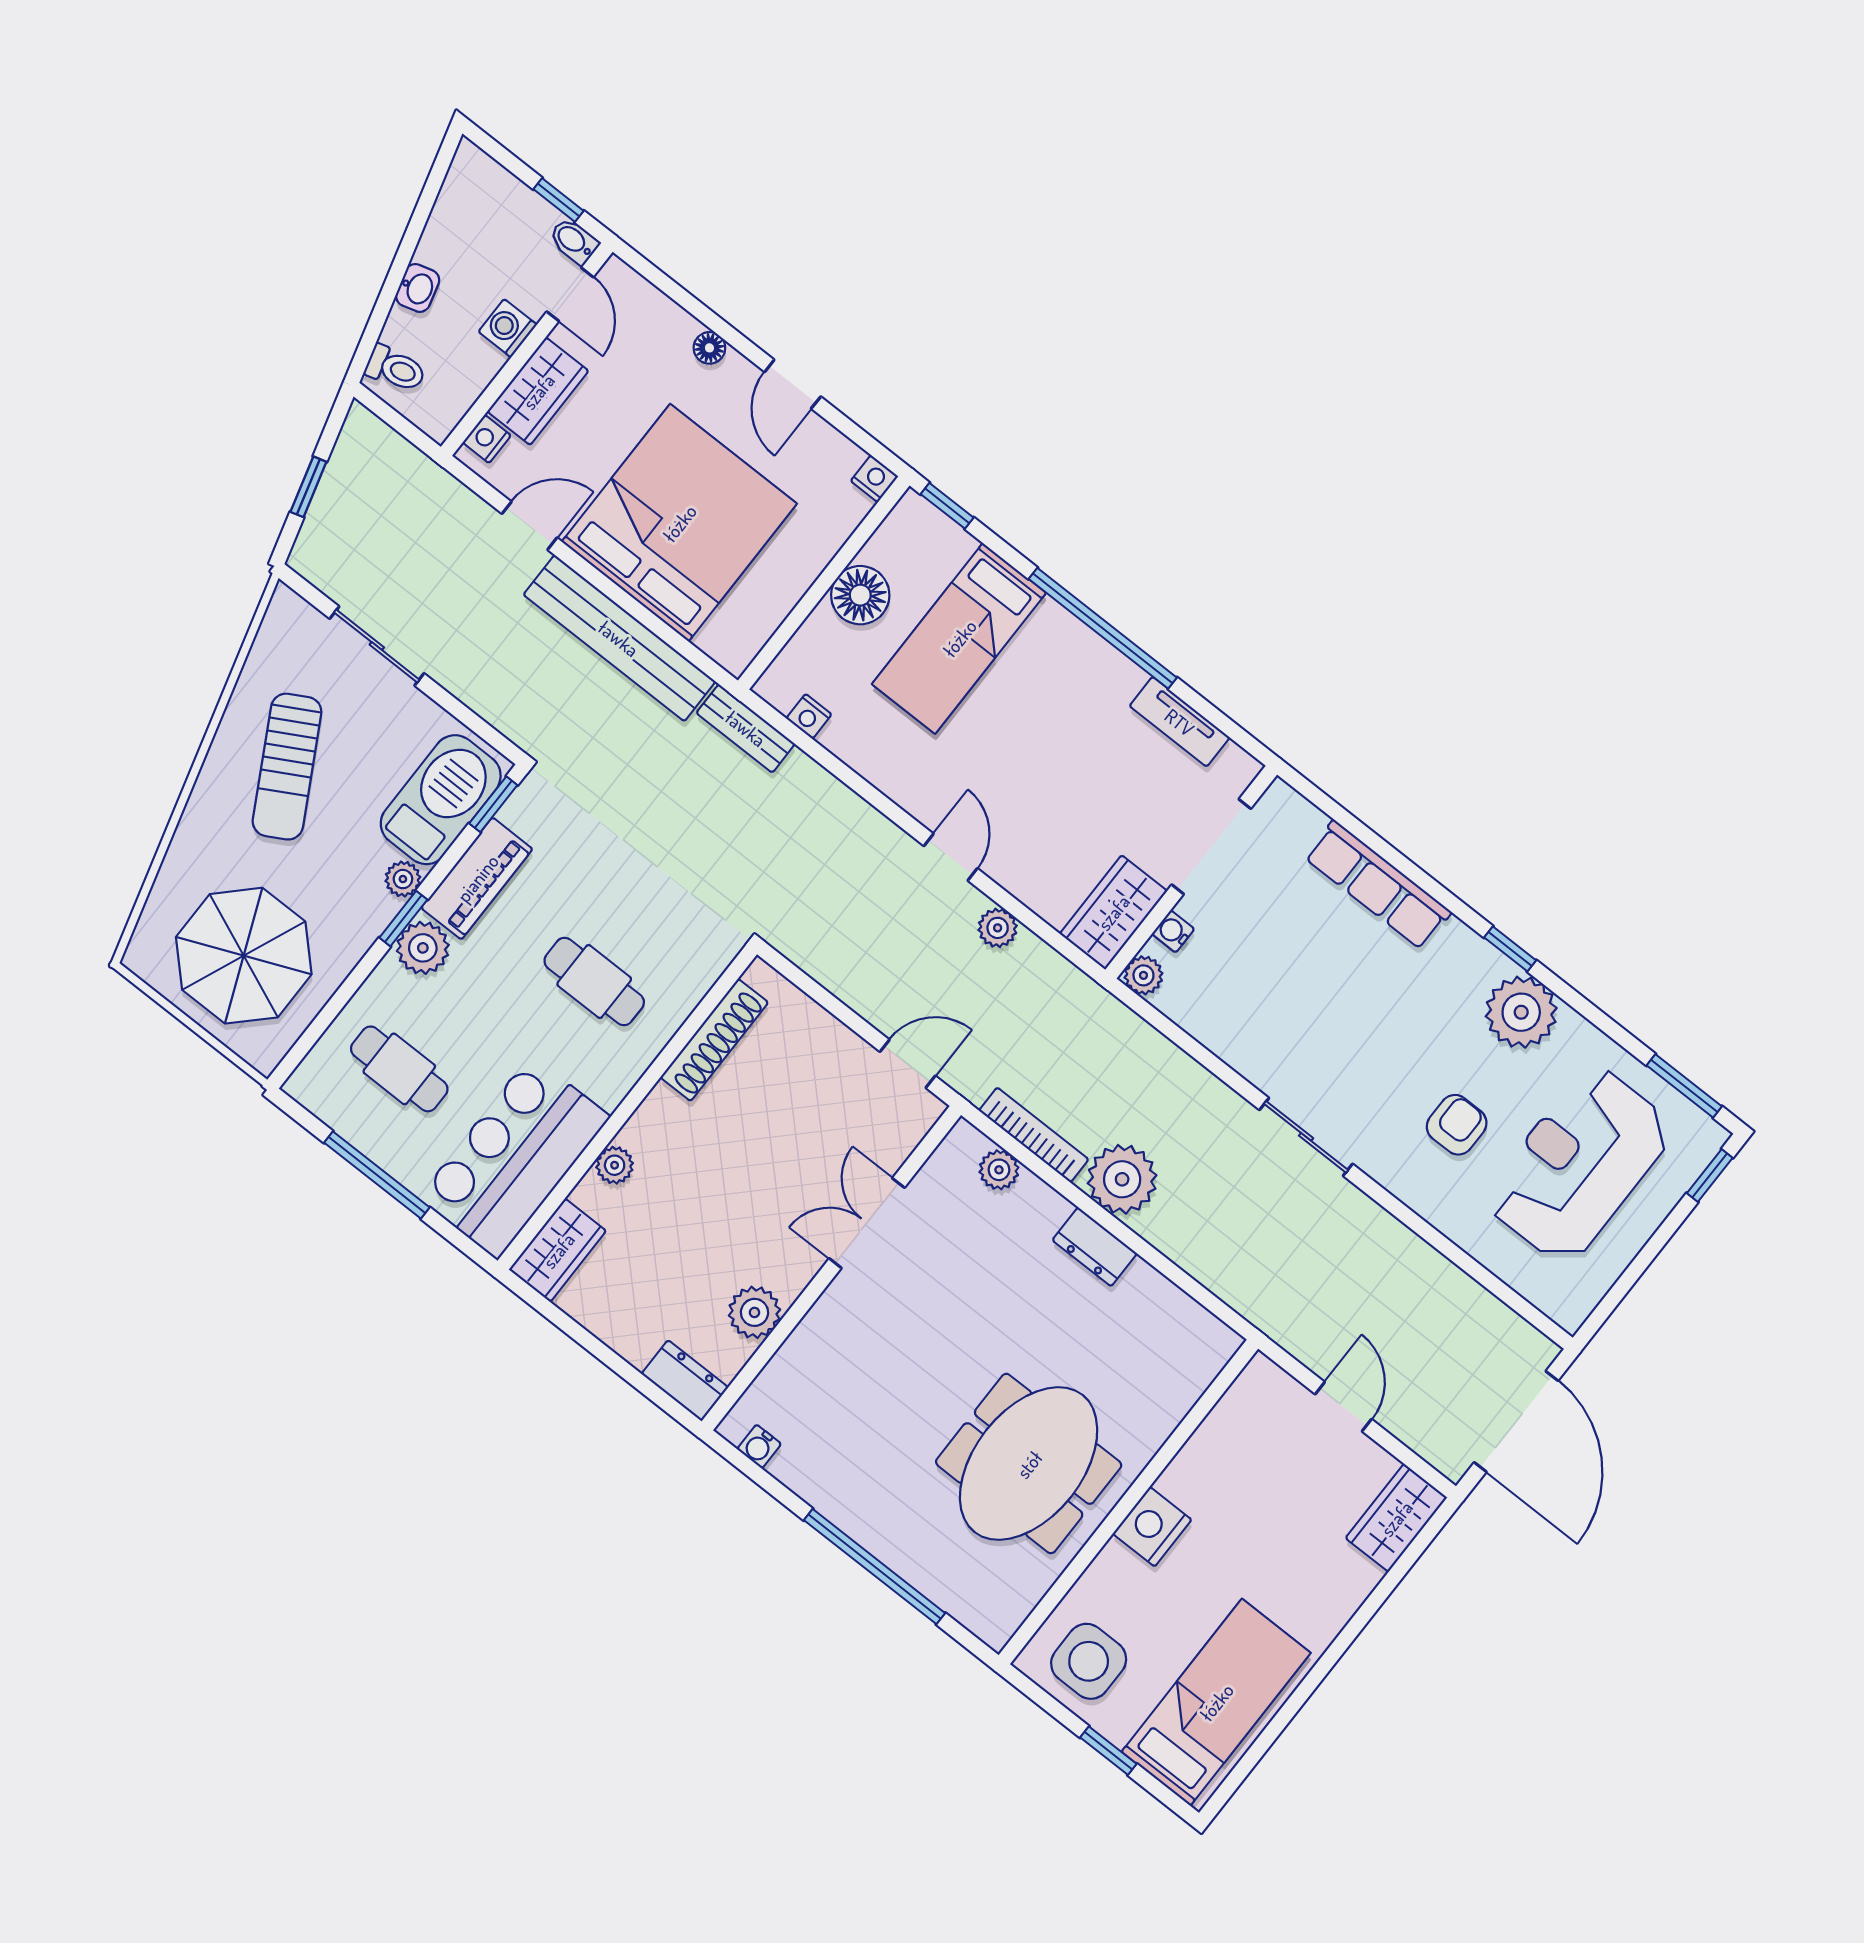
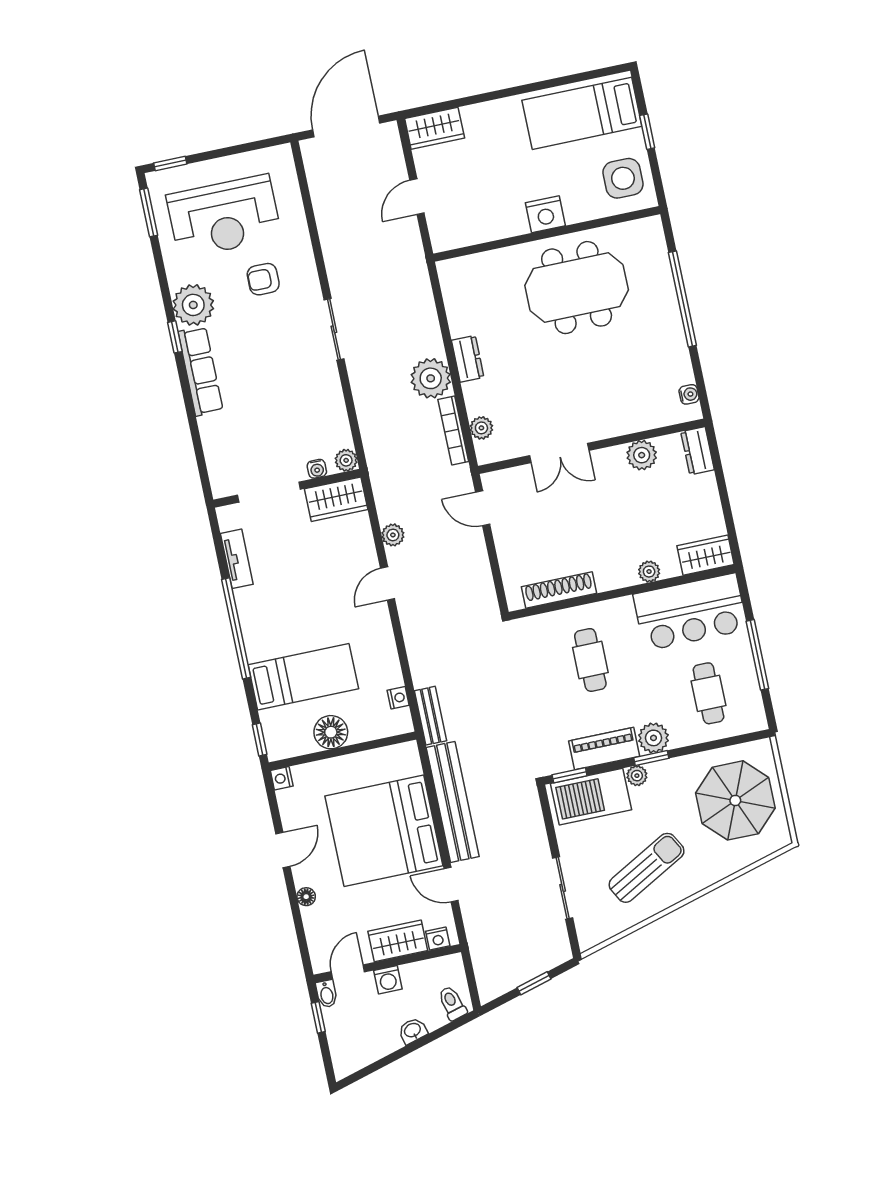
row of seats: (1378, 885) -> (201, 371), moved

